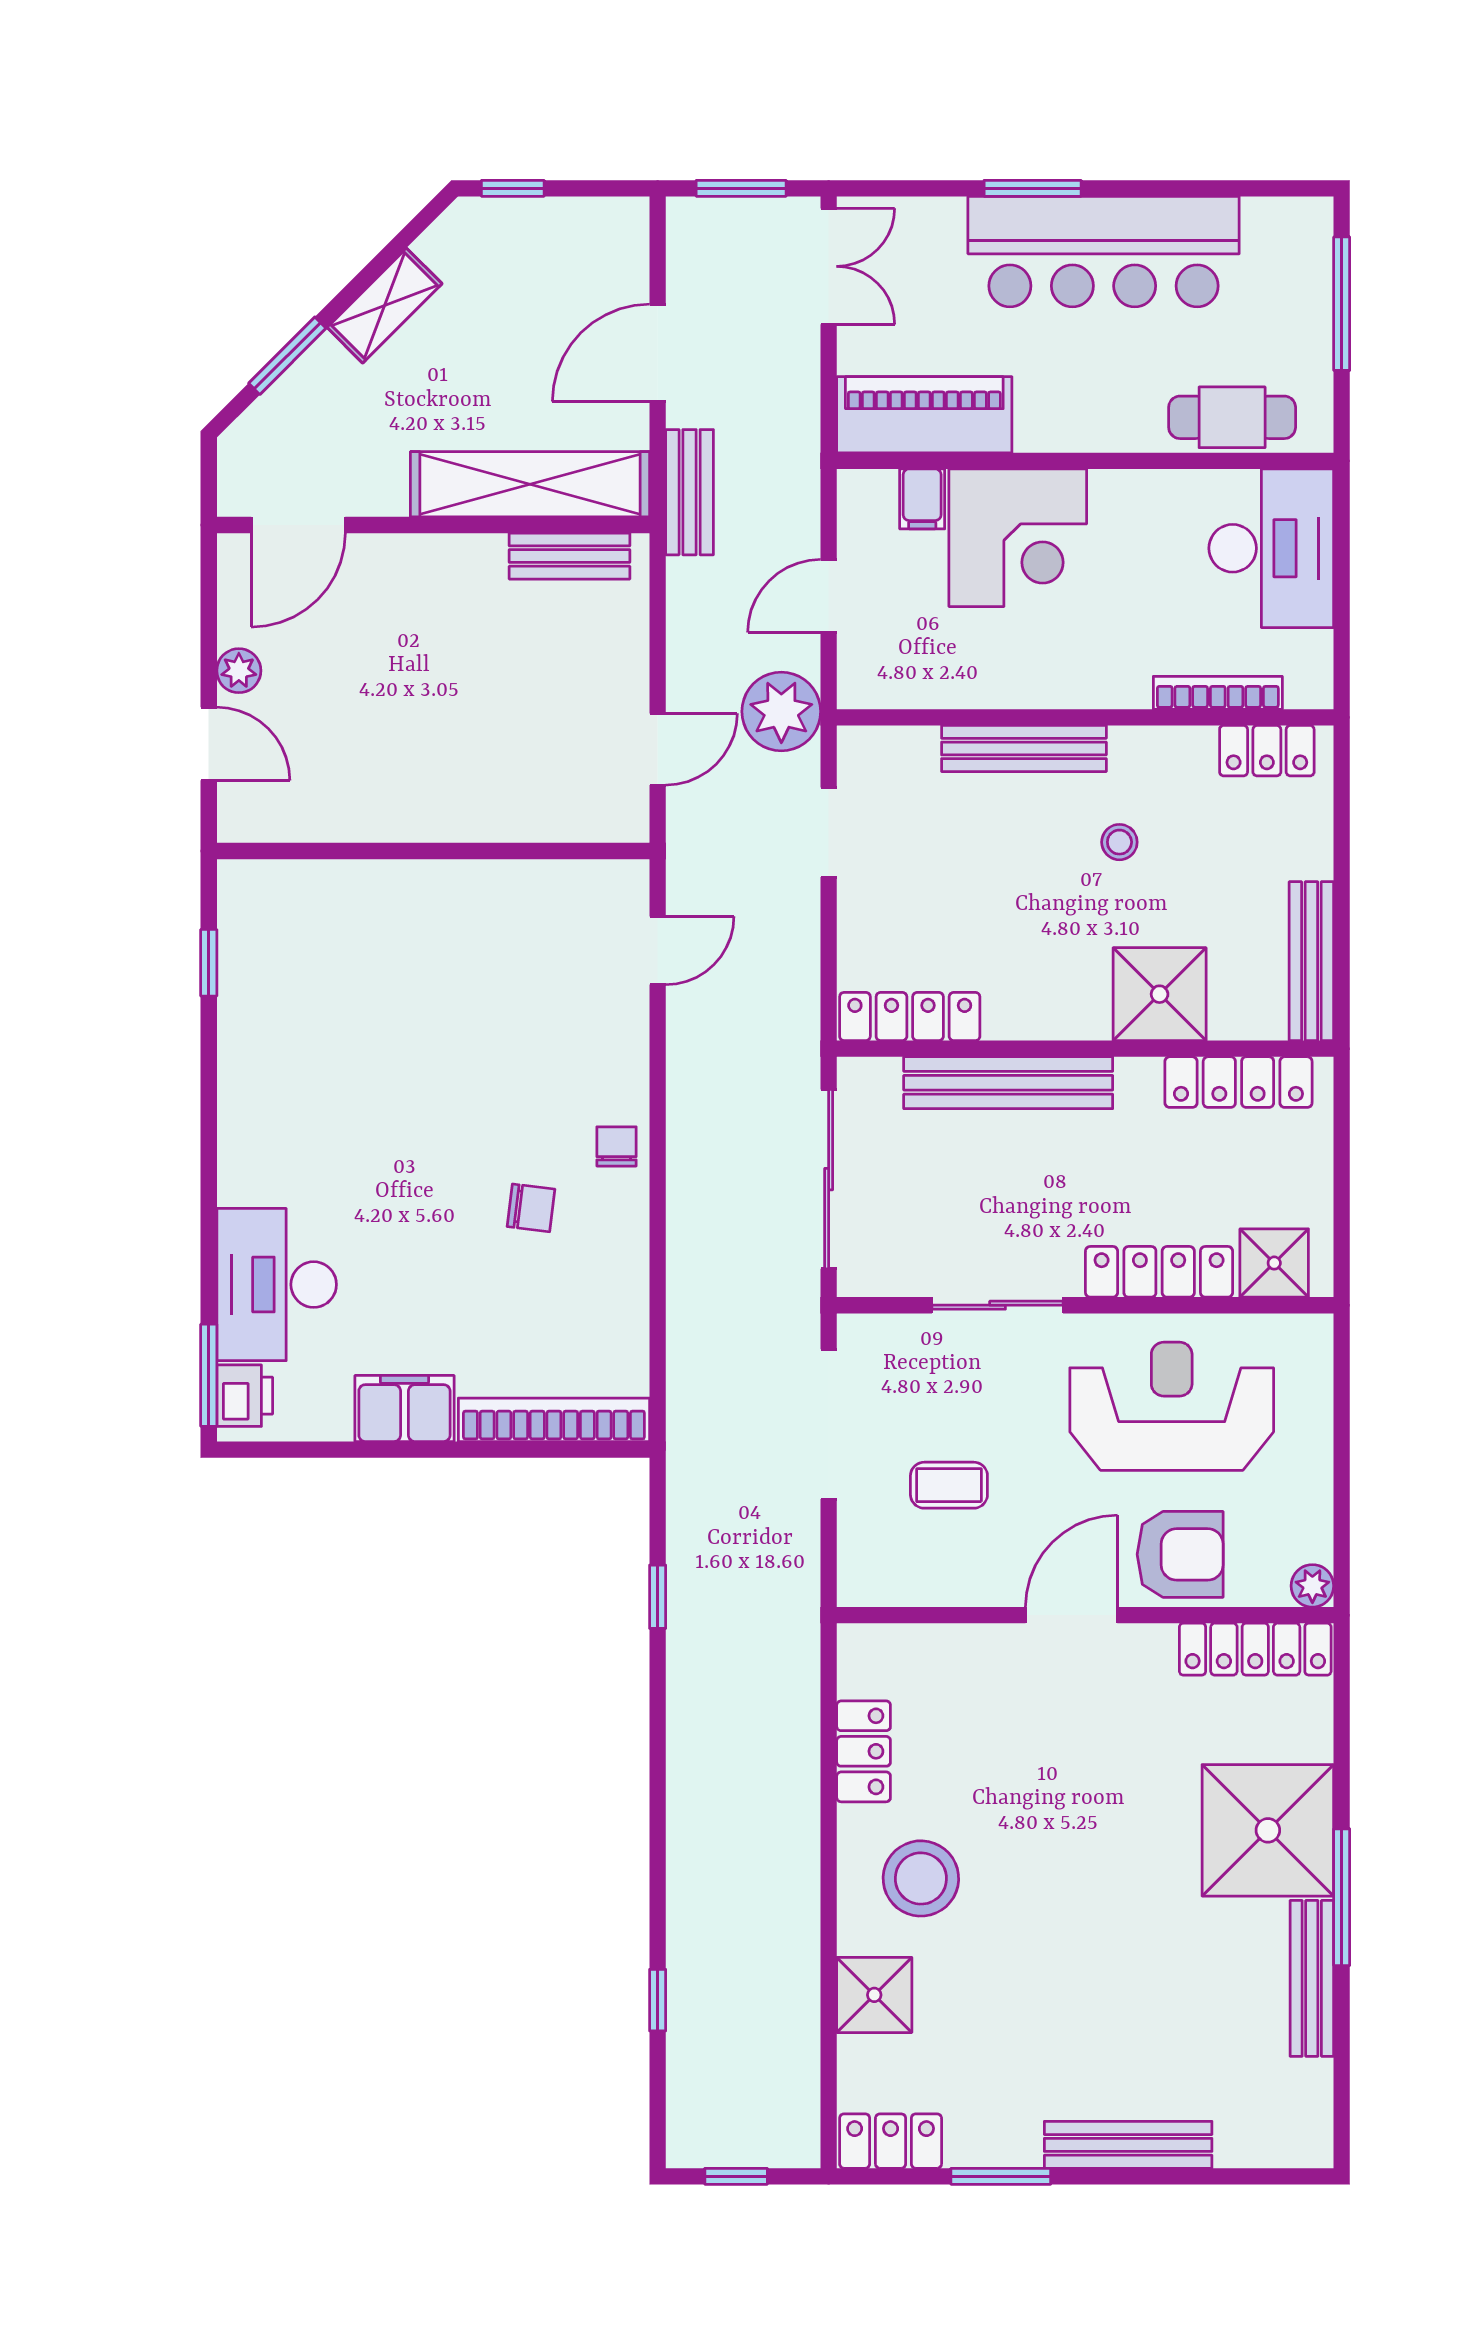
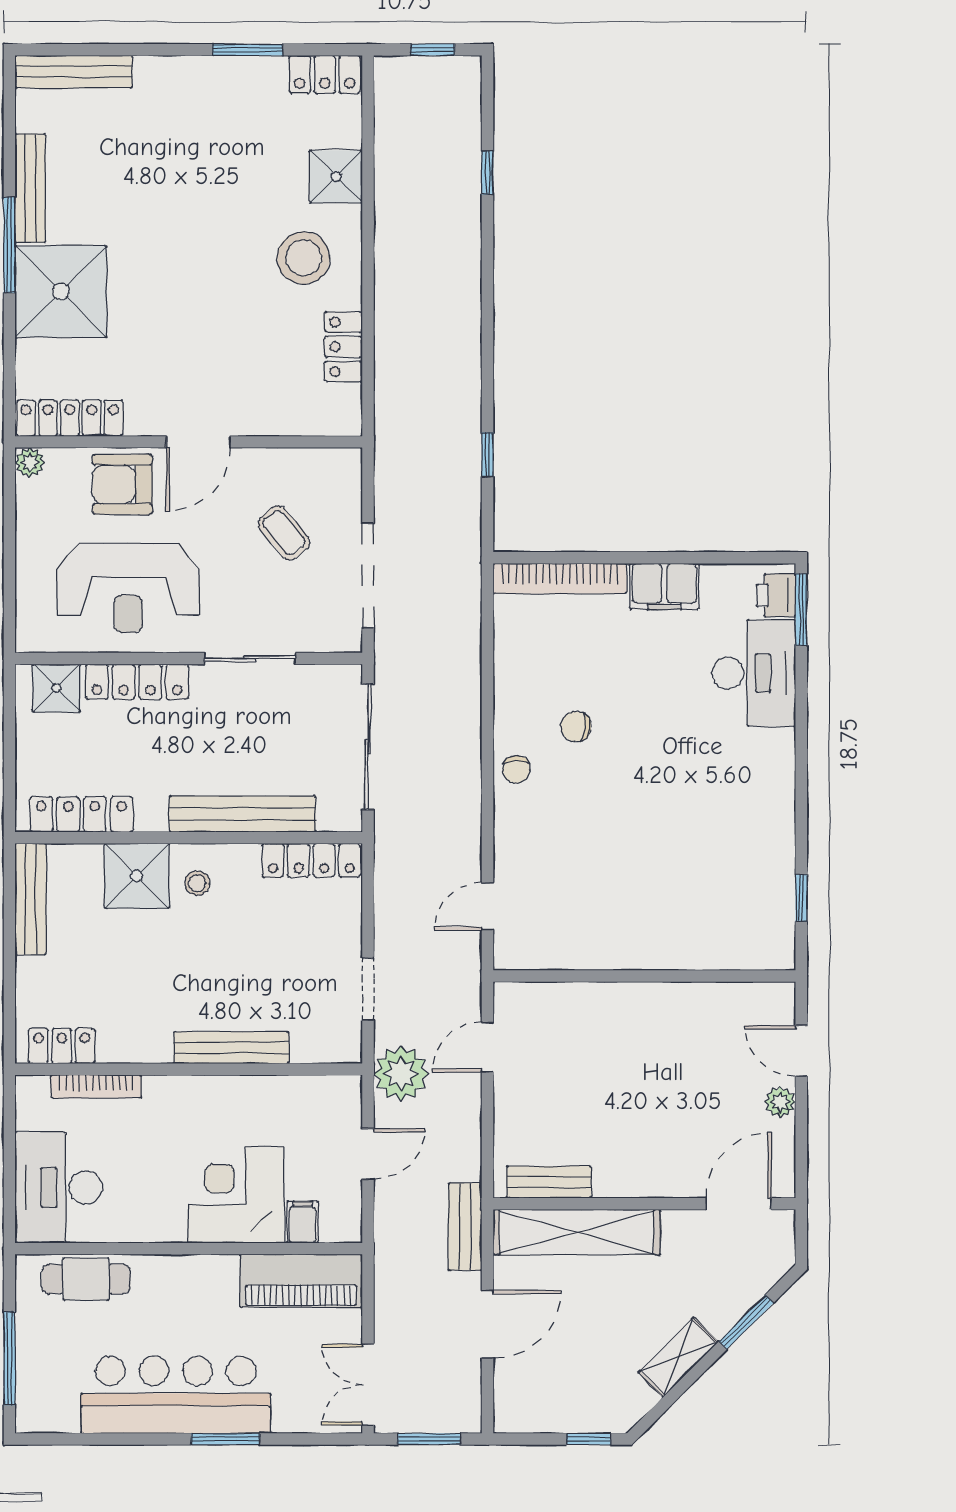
stool: (1119, 842) -> (197, 883), moved
coffee table: (949, 1485) -> (284, 533), turned 50
bench: (1128, 2145) -> (74, 72), moved

